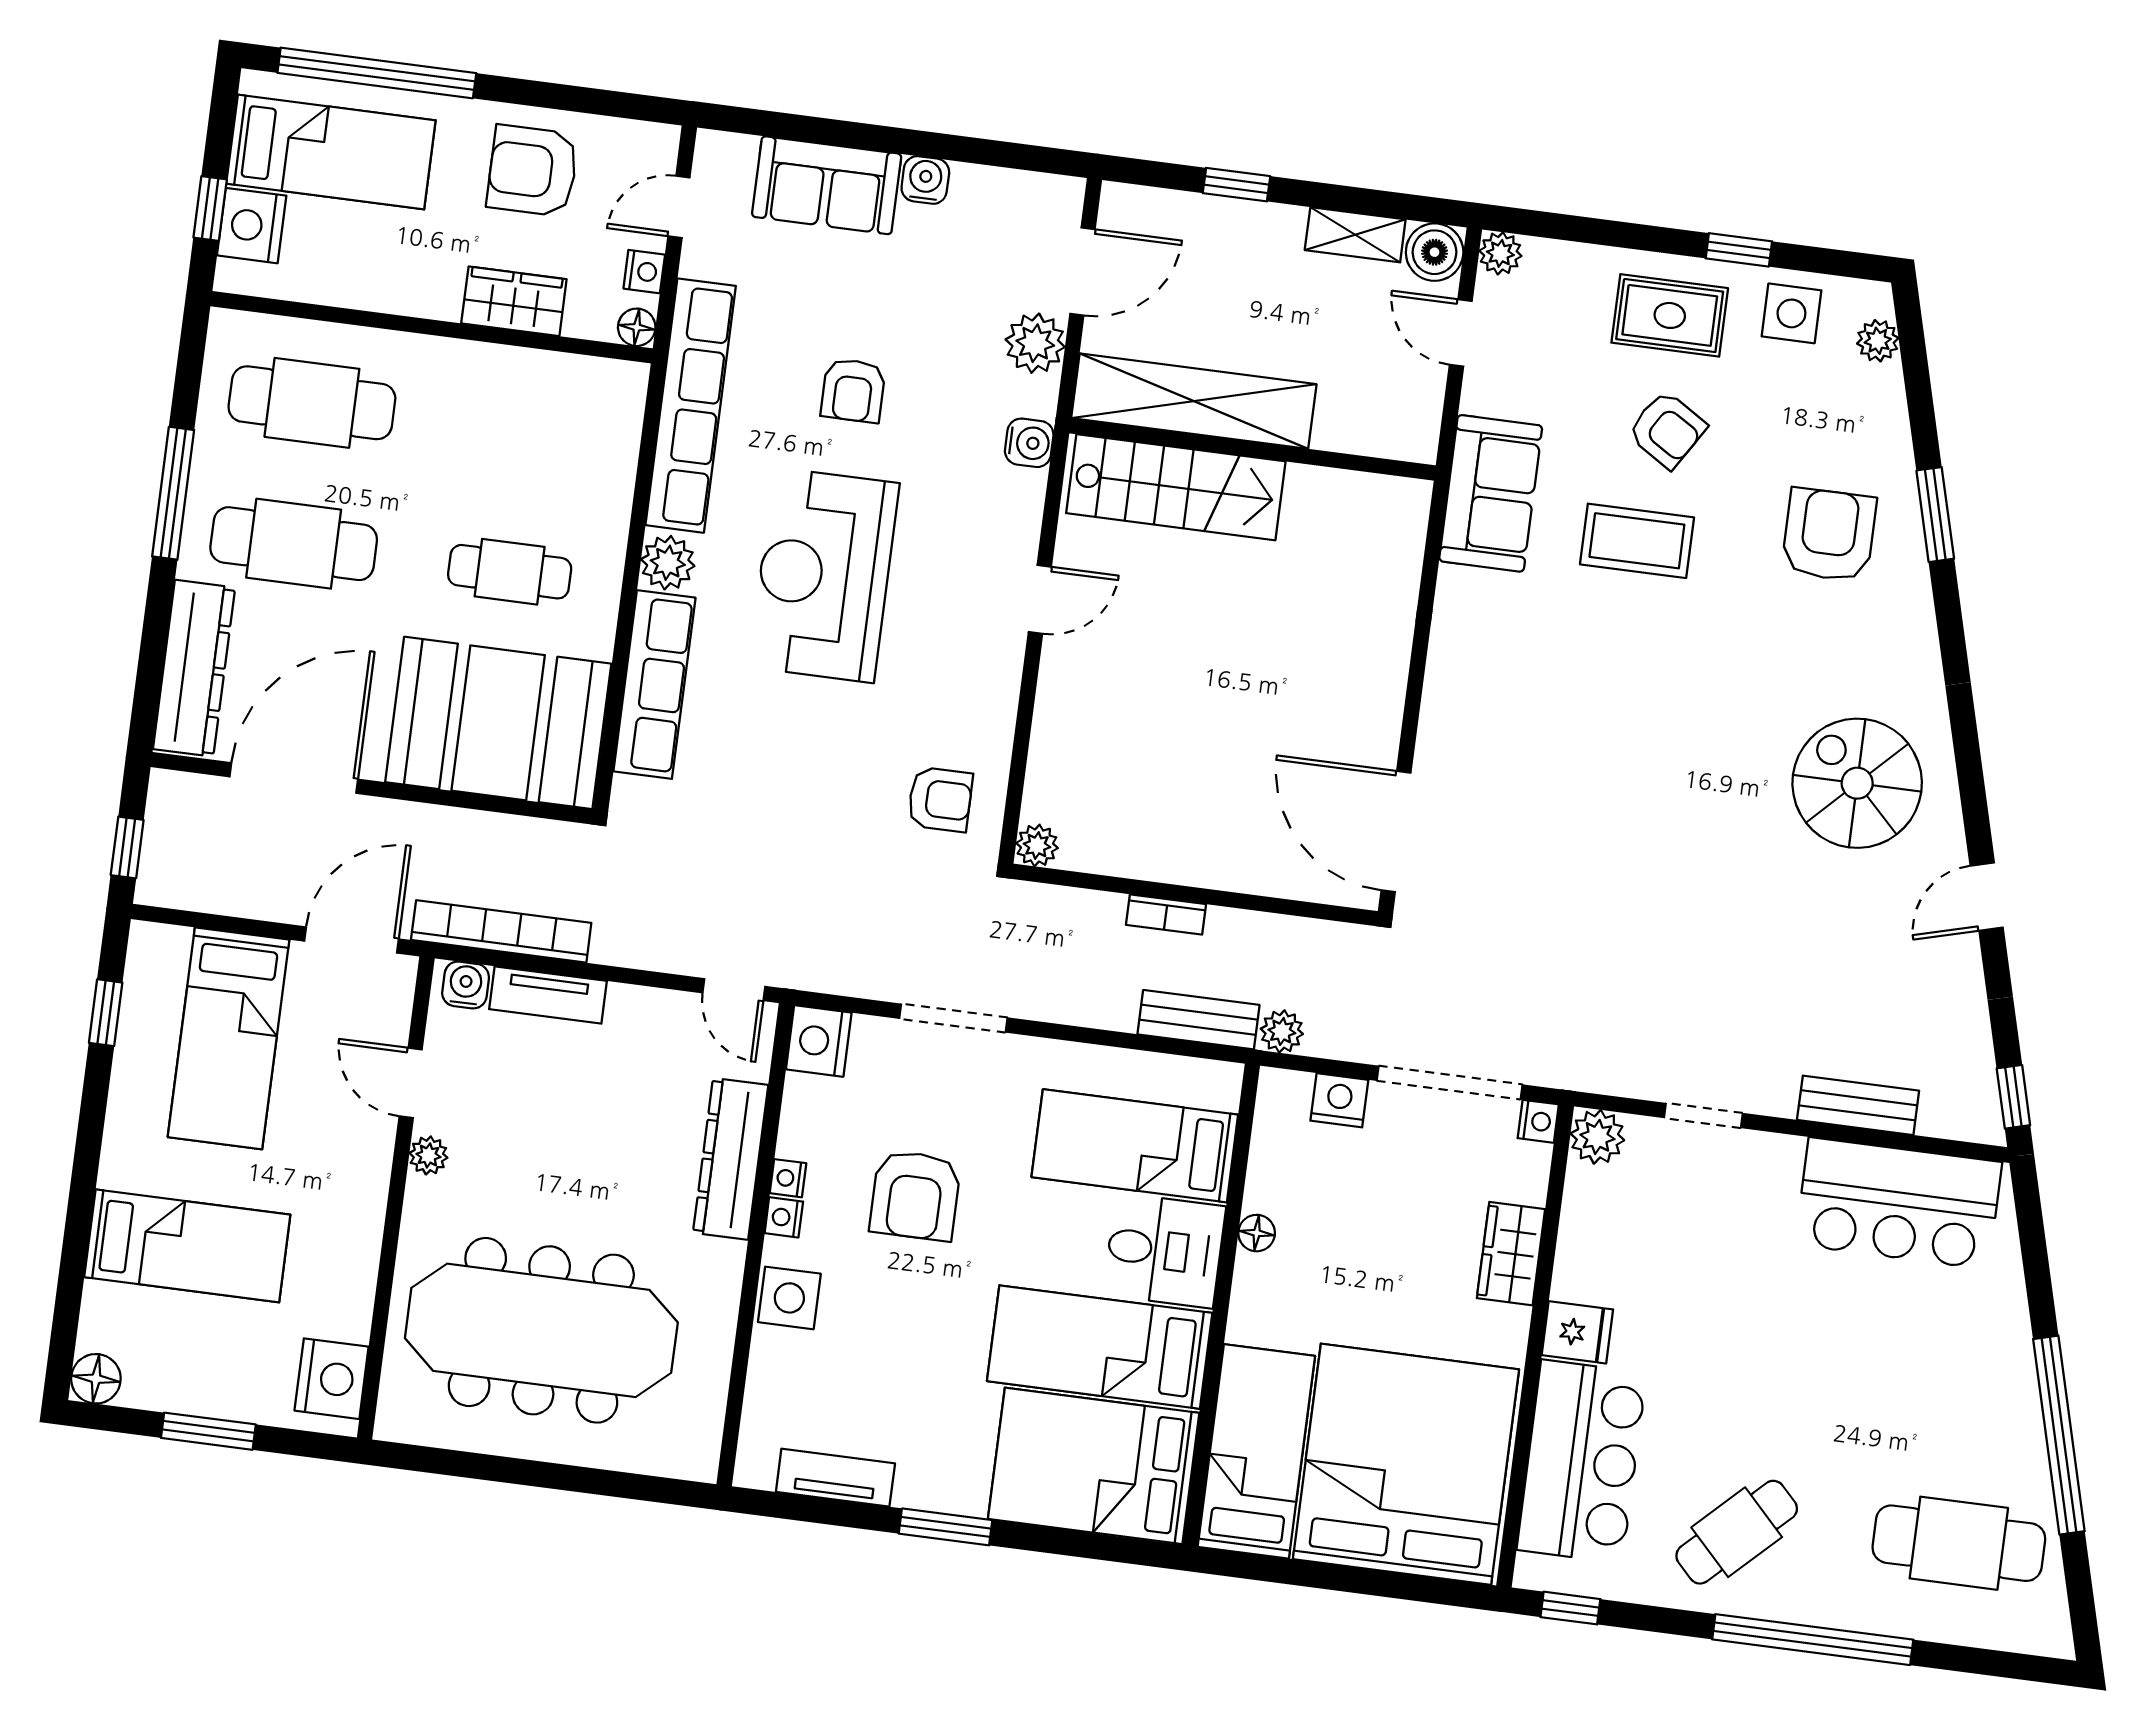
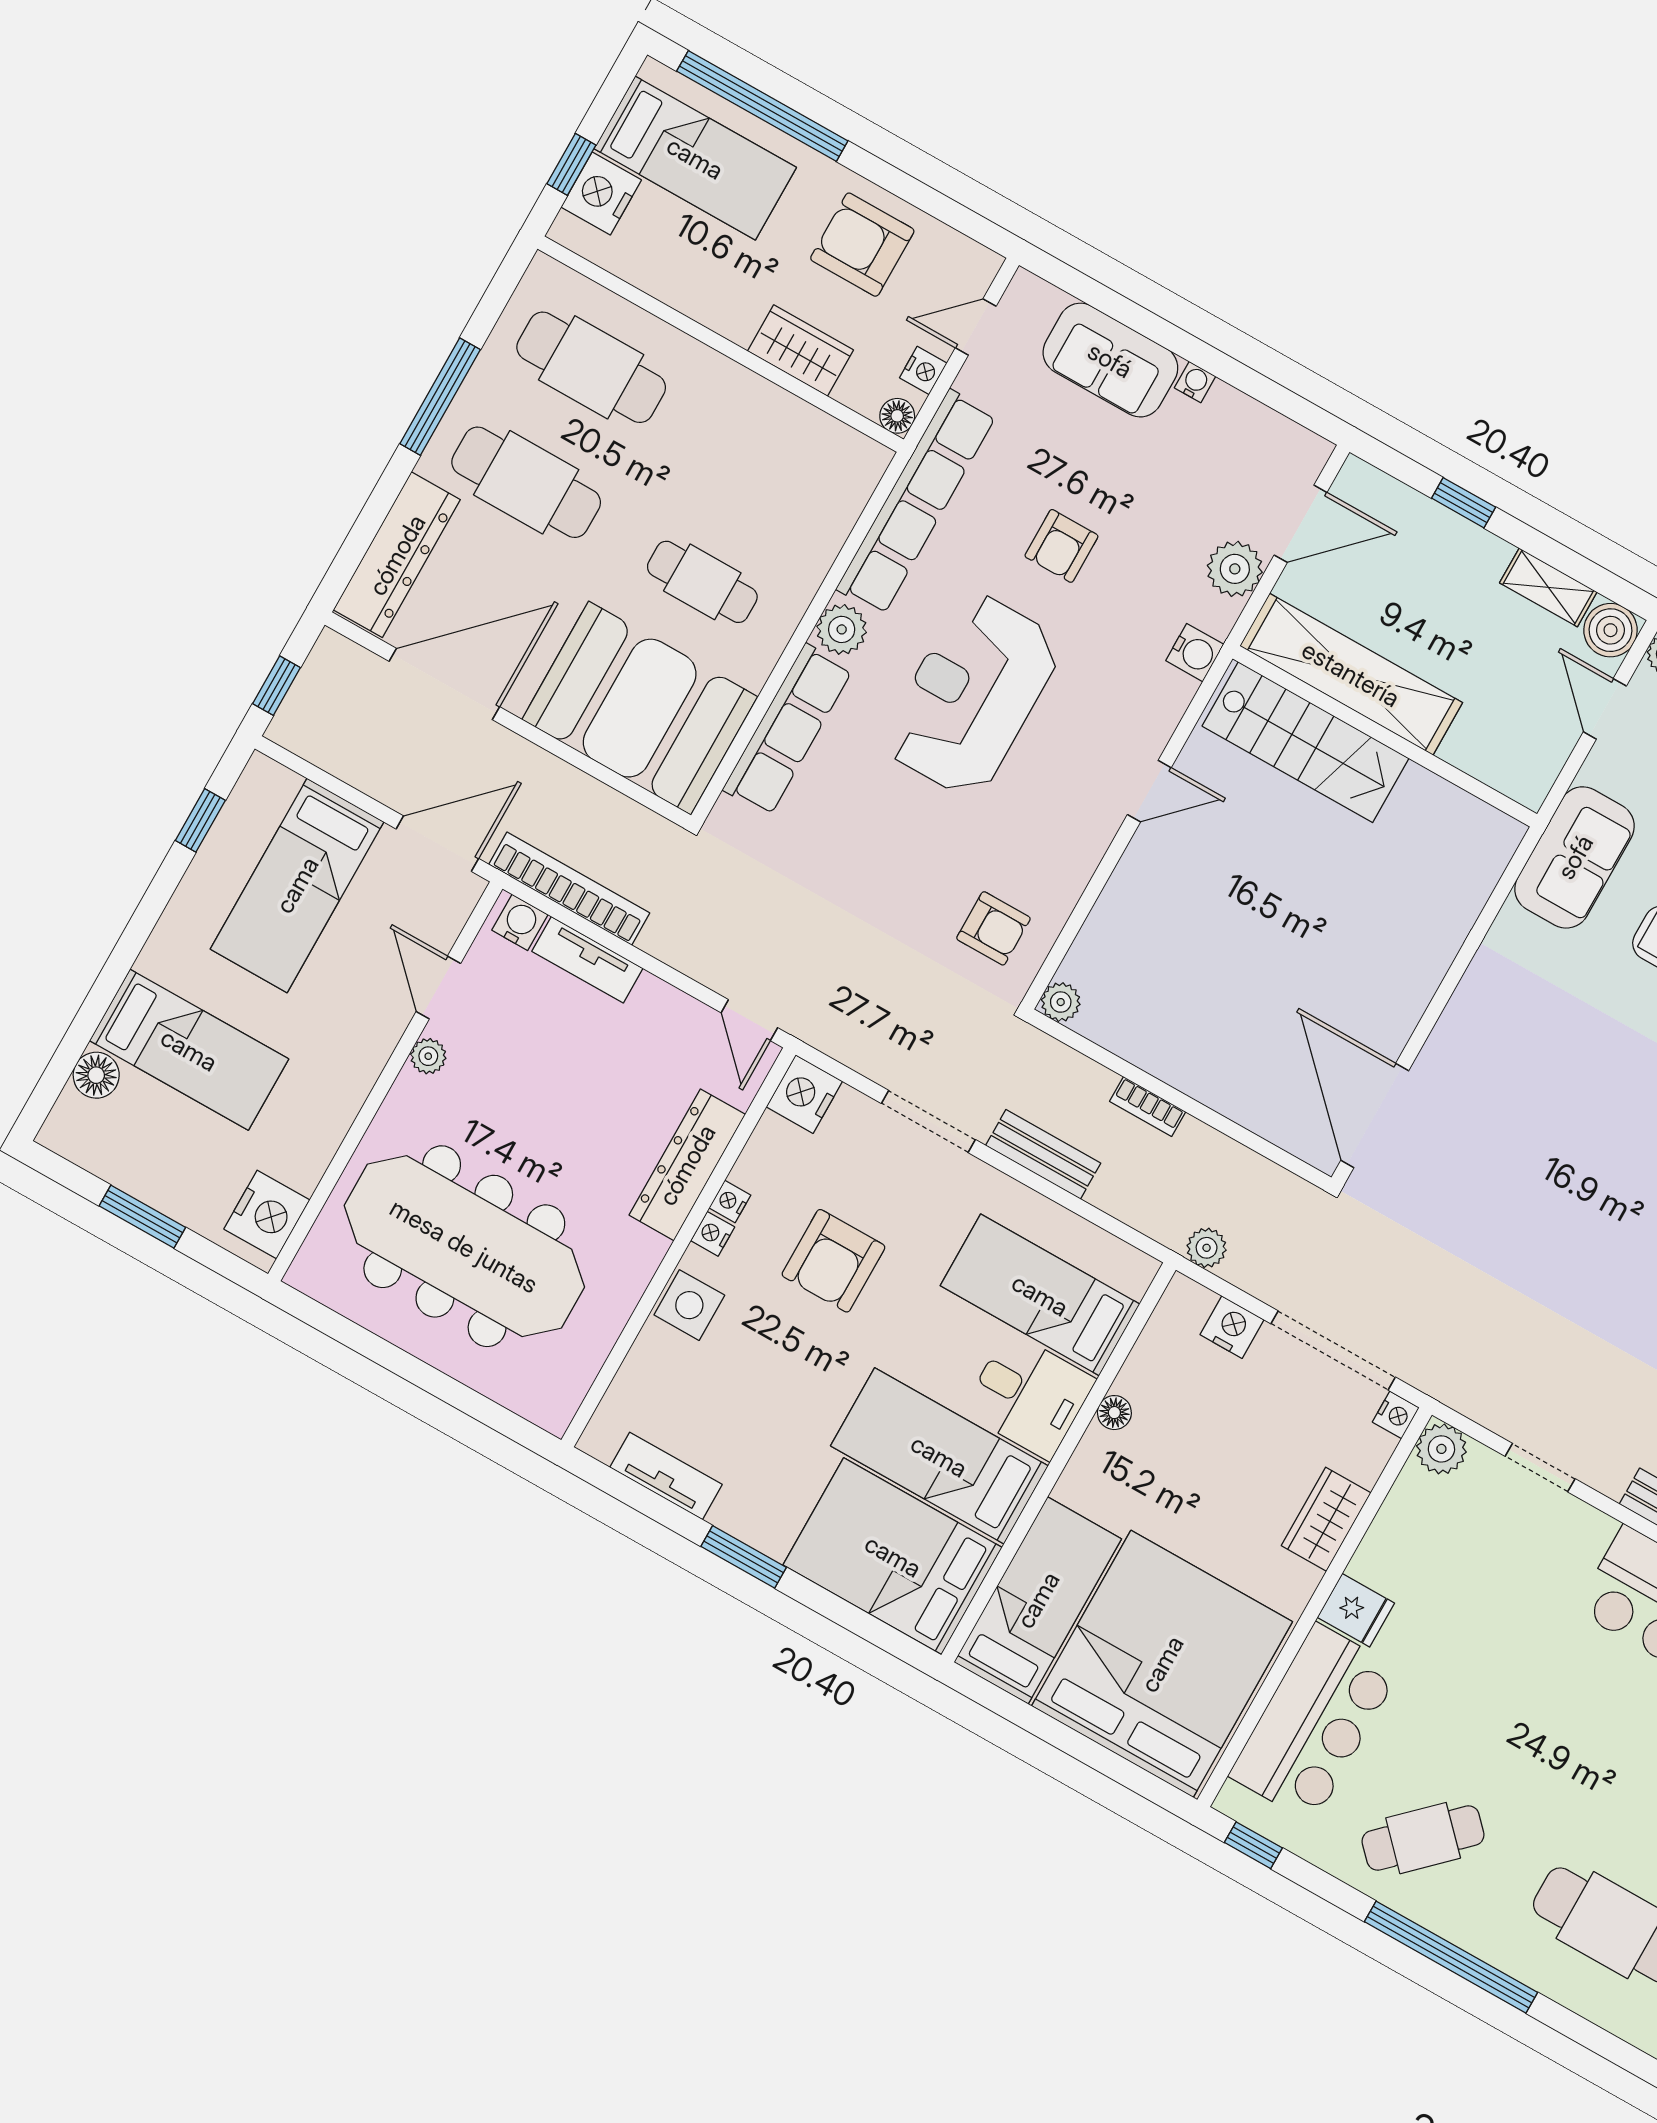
water cooler: (925, 180) -> (1195, 382), width x0.72, depth x0.72
bench: (1199, 1020) -> (1043, 1154), moved
floor lamp: (96, 1379) -> (96, 1075), moved

